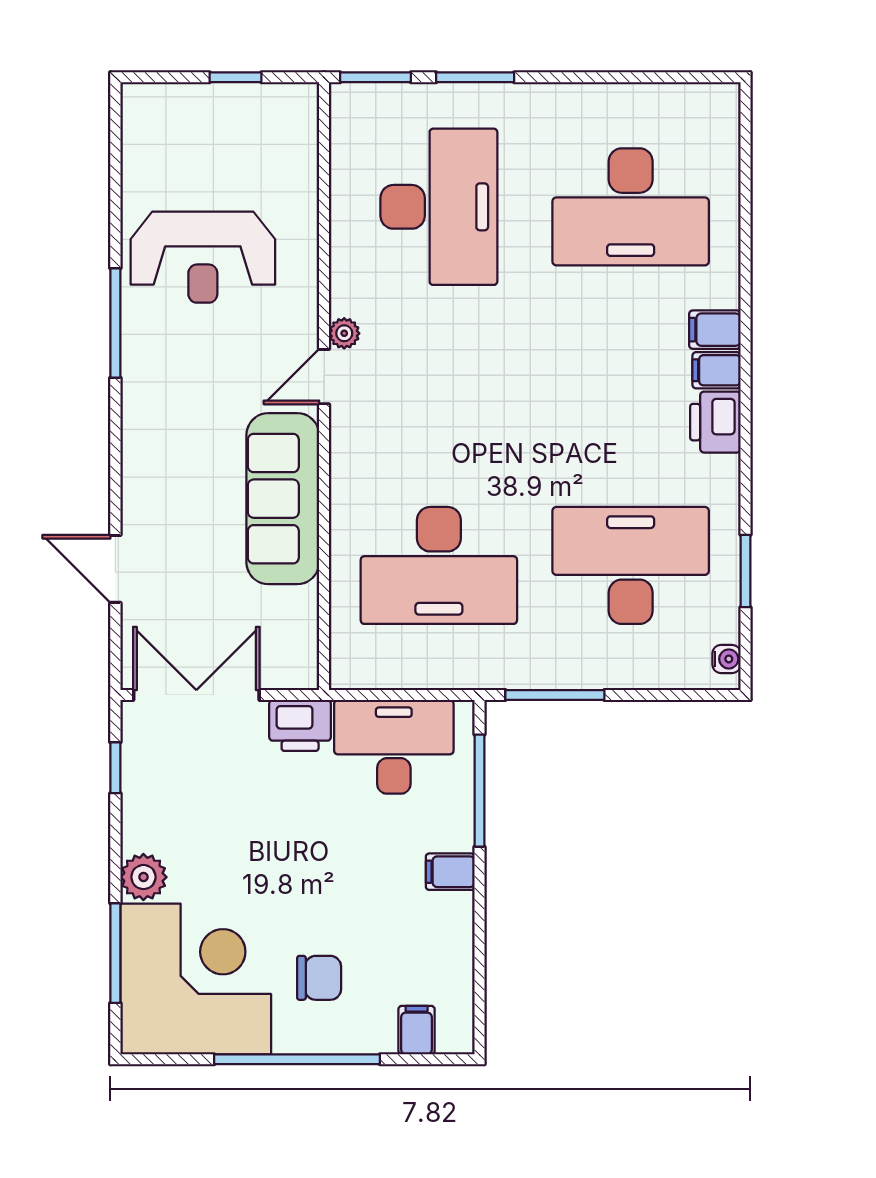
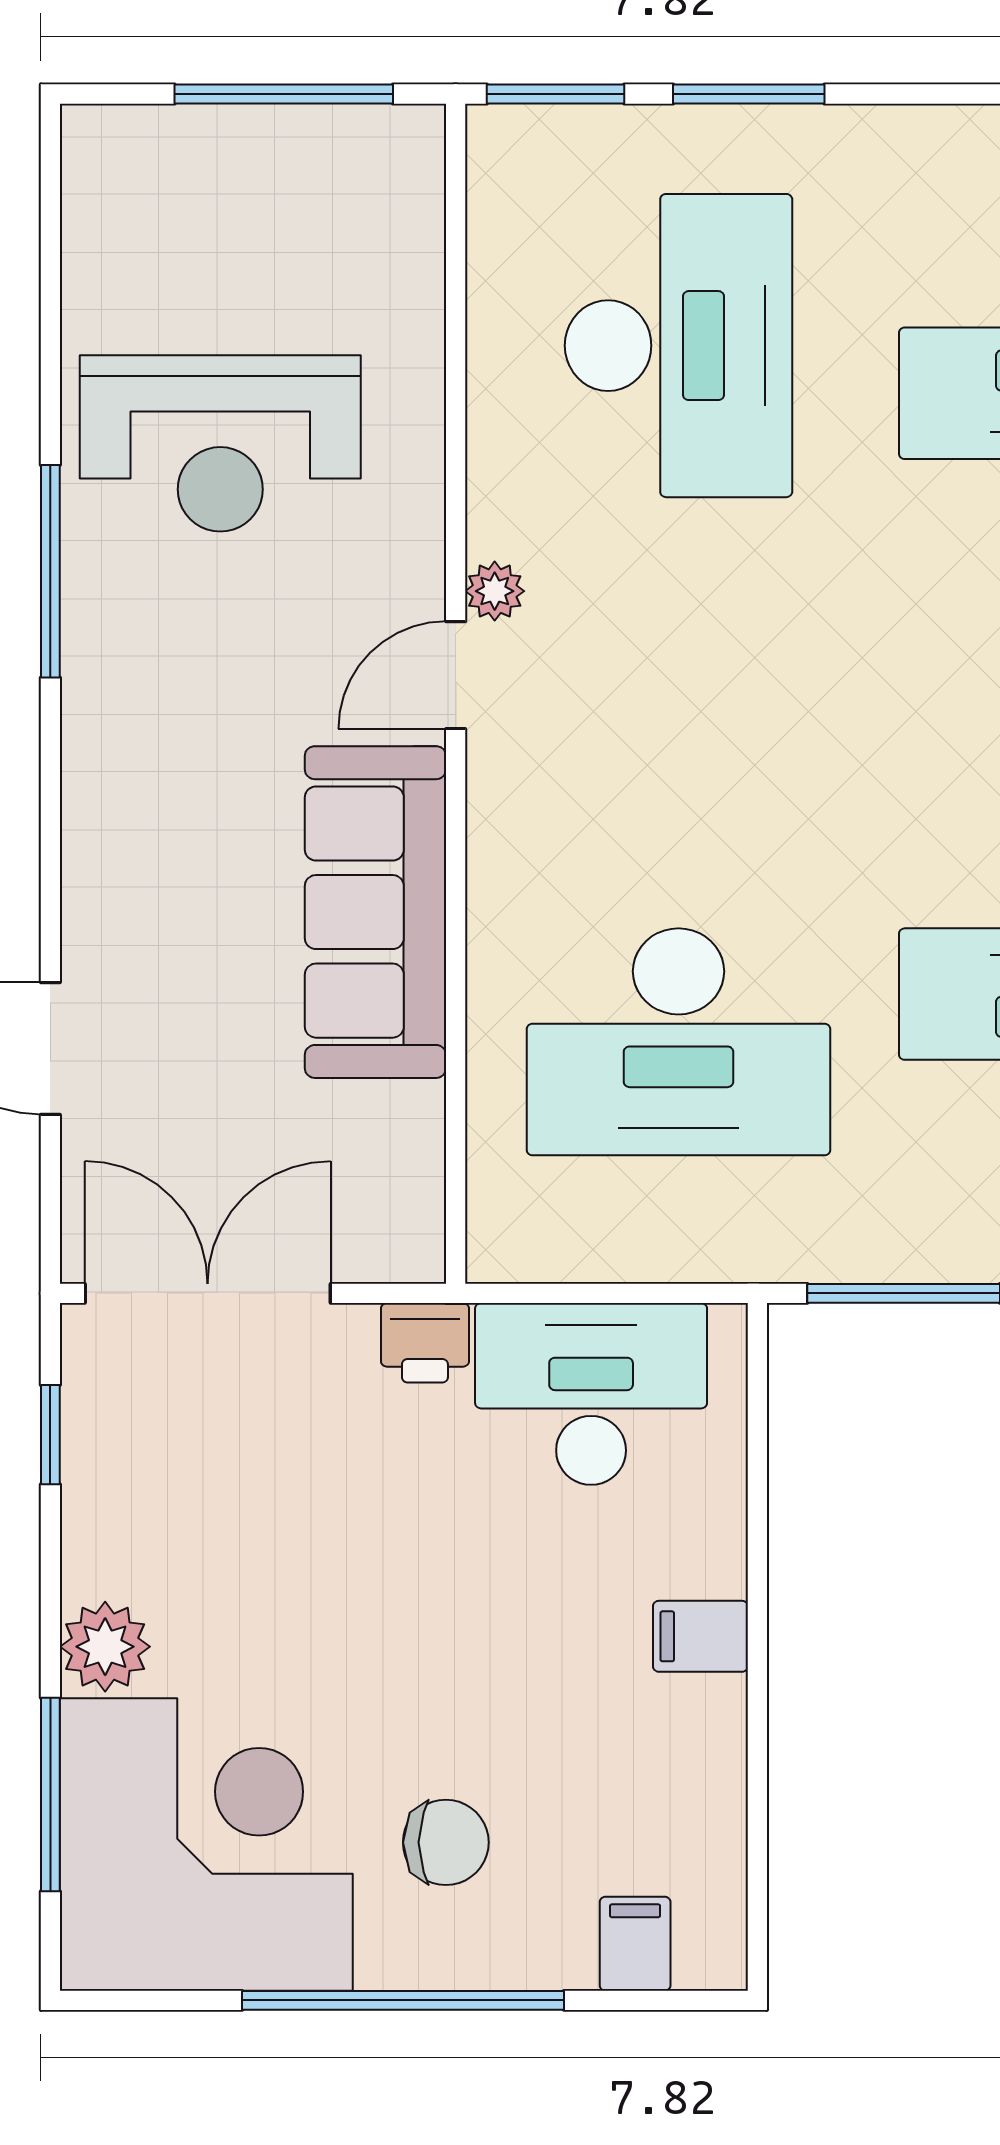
window: (236, 77) -> (284, 94), width x2.17
printer: (300, 725) -> (425, 1343), width x0.73, depth x0.81
window: (480, 791) -> (757, 1479), removed

